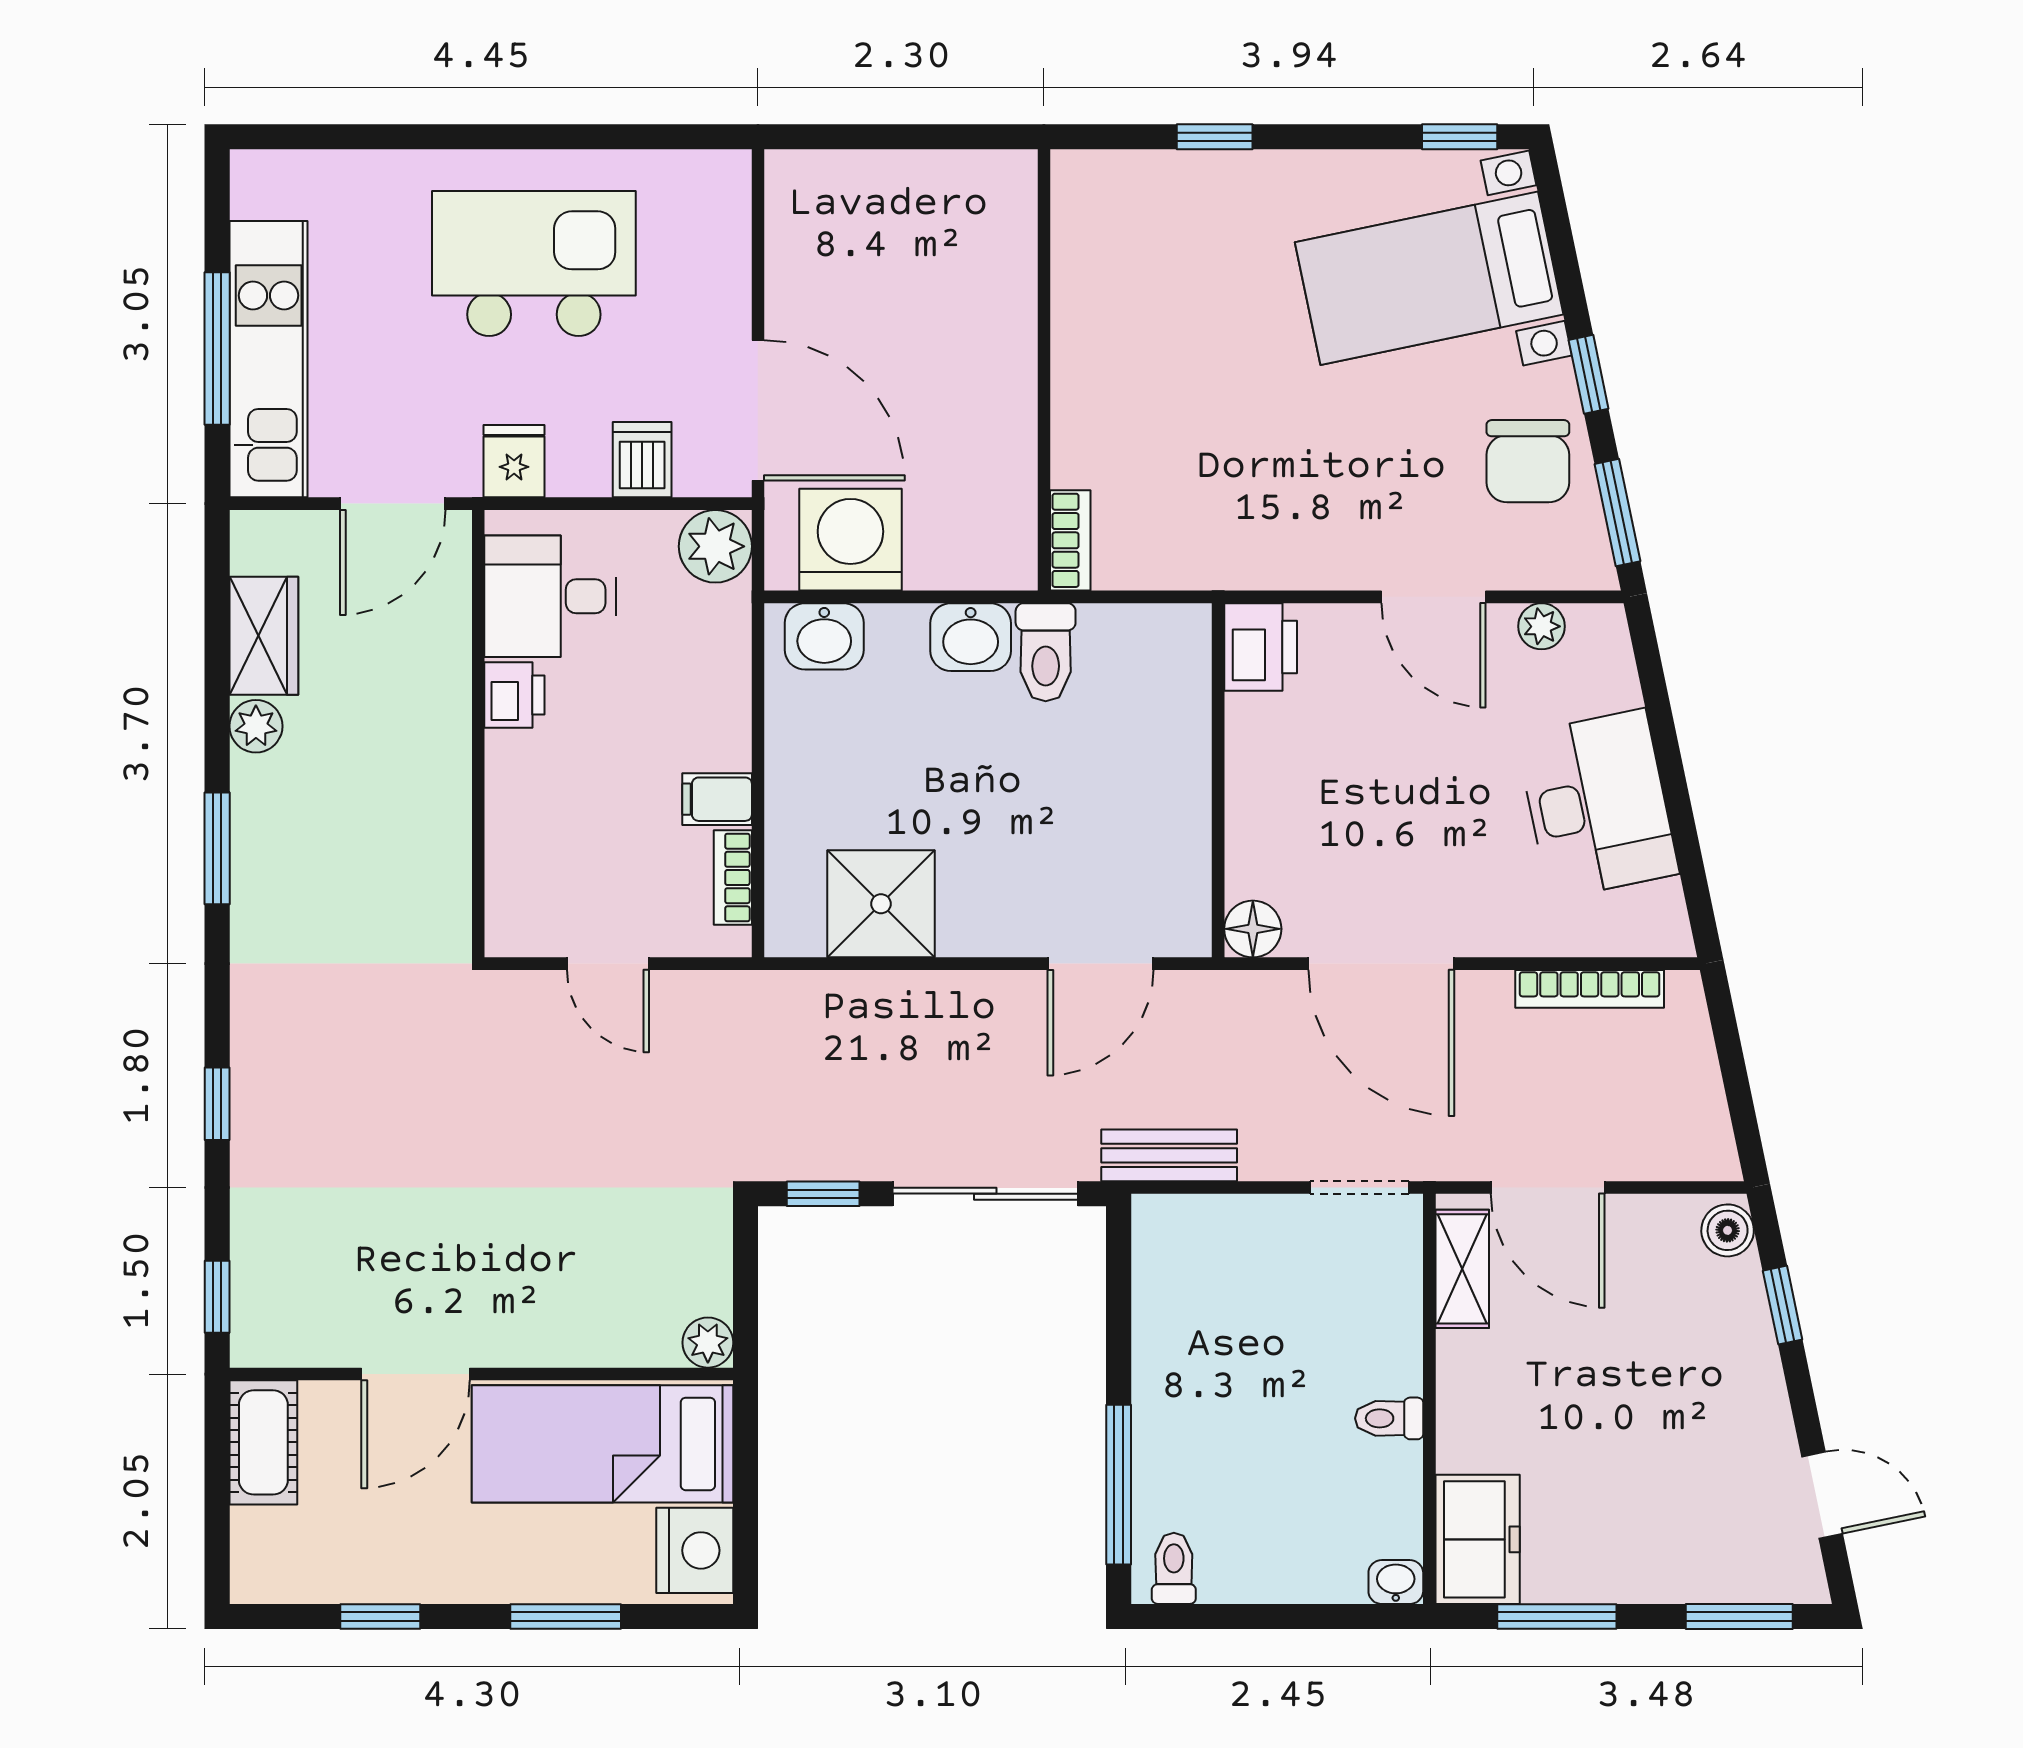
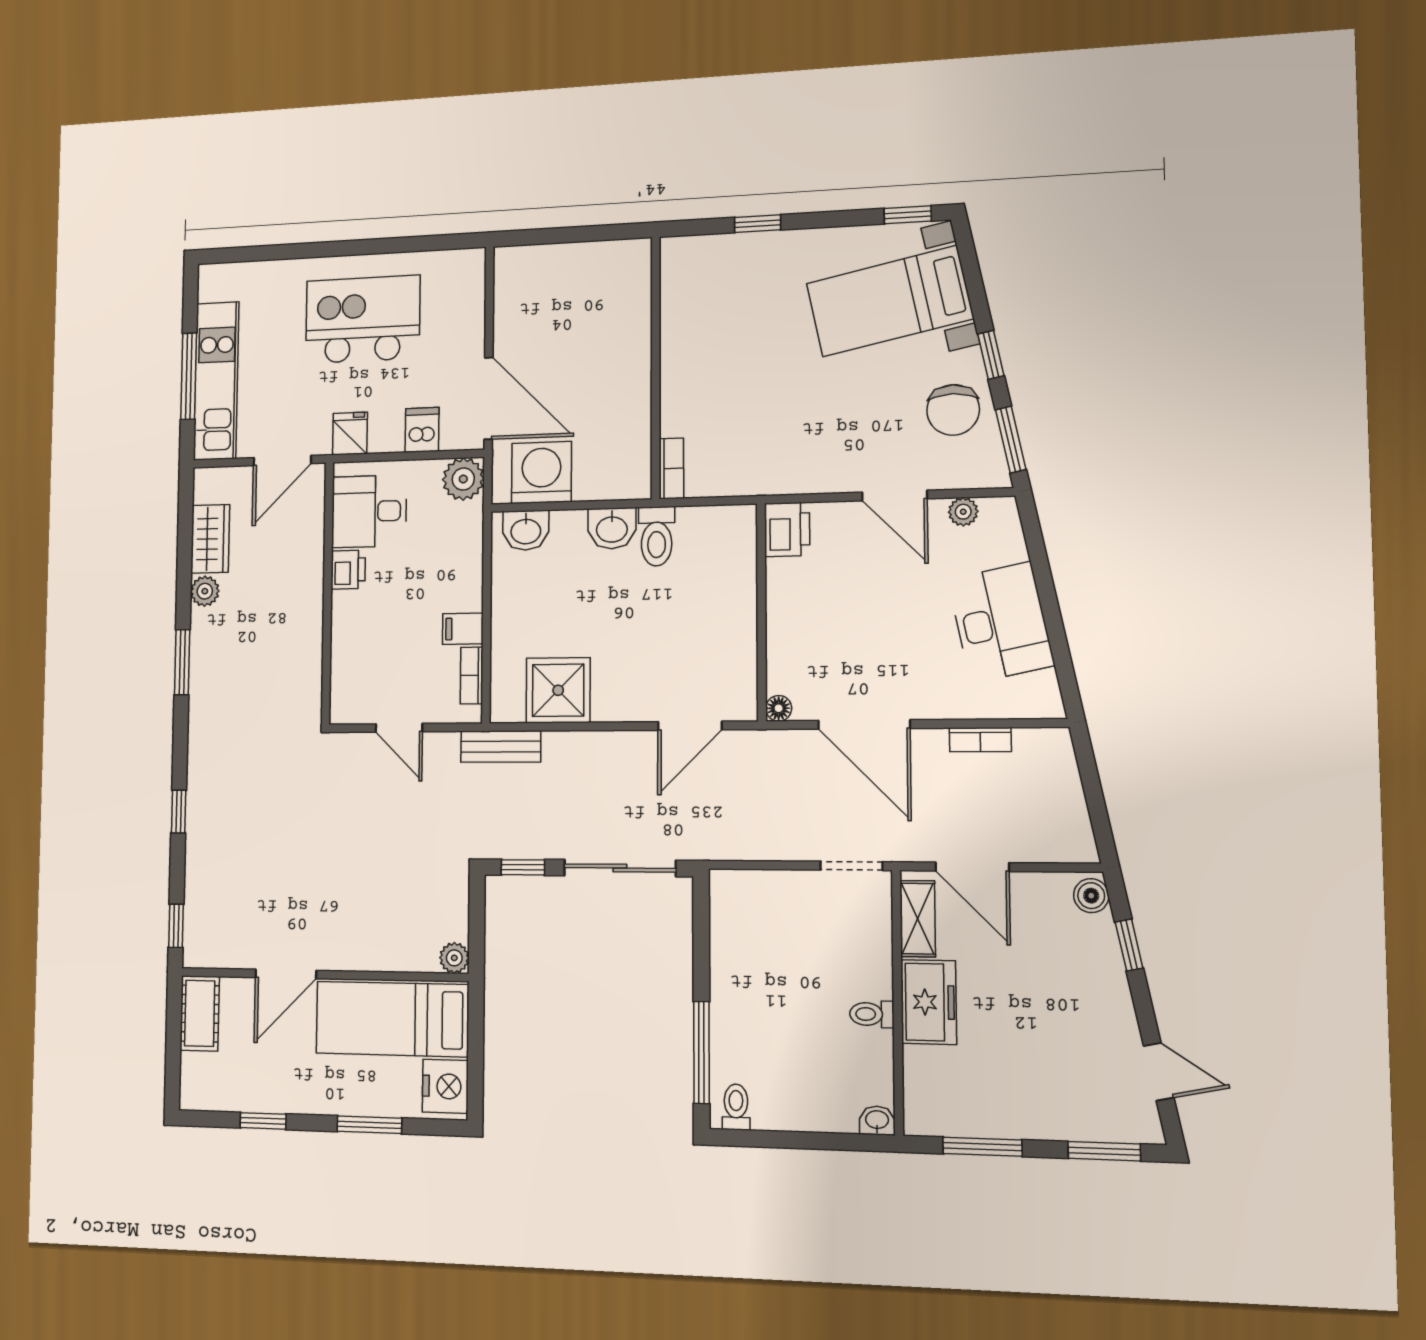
floor lamp: (1253, 929) -> (779, 708), width x0.73, depth x0.73
bookcase: (1590, 989) -> (980, 740), width x0.64
bench: (1169, 1155) -> (501, 747), moved
freezer: (1478, 1539) -> (929, 1002), moved

